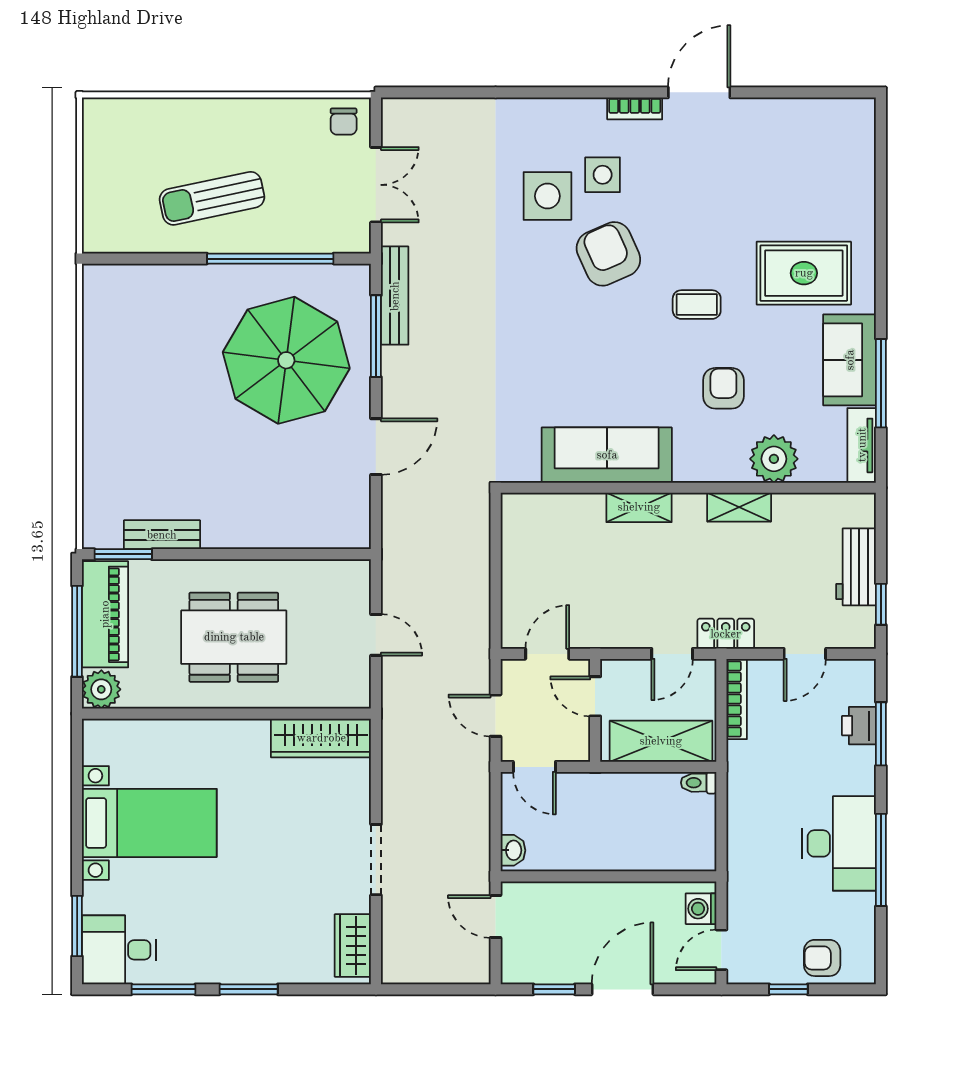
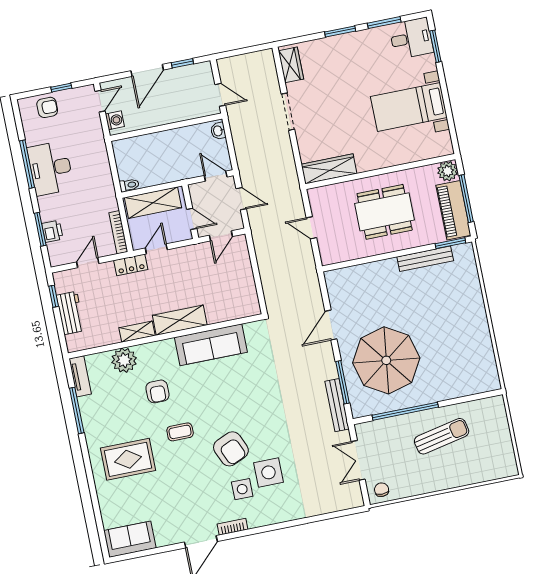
sofa: (850, 360) -> (130, 539), moved, turned -90
shelving: (639, 507) -> (180, 320), width x1.50, depth x1.33
bench: (162, 535) -> (425, 259), width x1.36

